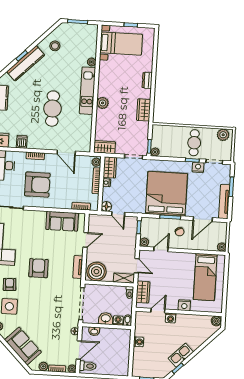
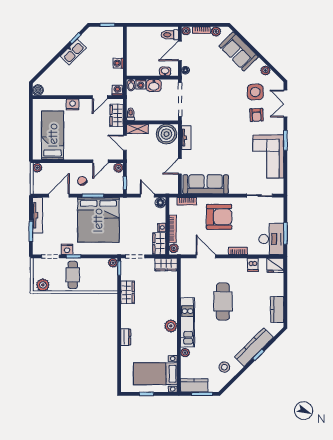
kitchen counter: (85, 30) -> (194, 385), added
plant: (103, 103) -> (171, 326), moved
wardrobe: (144, 110) -> (128, 292), moved
armchair: (37, 185) -> (219, 217), moved, turned 180
sofa: (62, 221) -> (206, 184), width x1.36
armchair: (38, 268) -> (227, 134), removed
washing machine: (171, 318) -> (117, 90), moved

